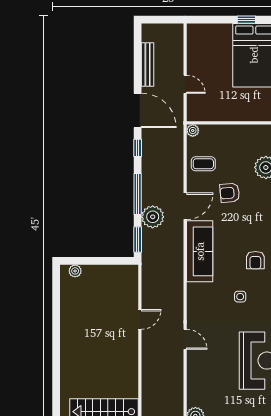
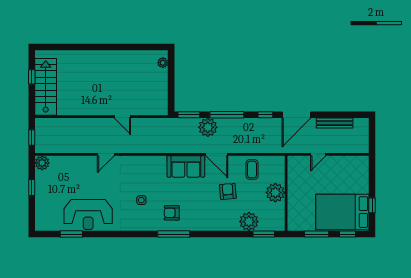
plant: (193, 130) -> (275, 193), moved, width x1.87, depth x1.87
sofa: (200, 251) -> (186, 166), width x0.73

